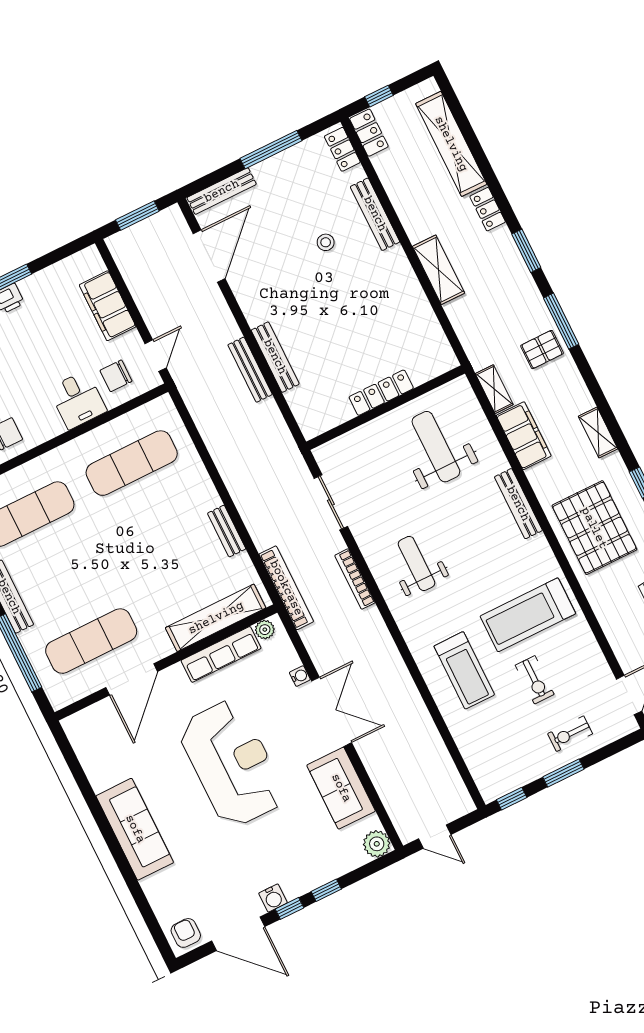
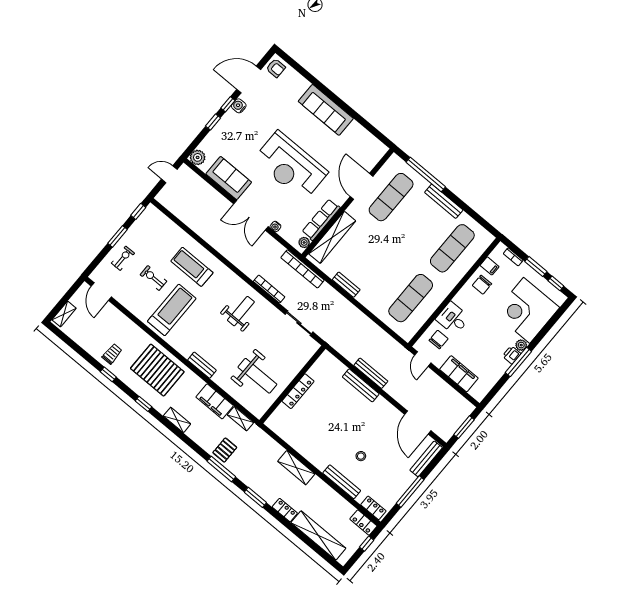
bench: (518, 504) -> (202, 365), width x0.73
weight bench: (416, 563) -> (241, 311), turned -90

